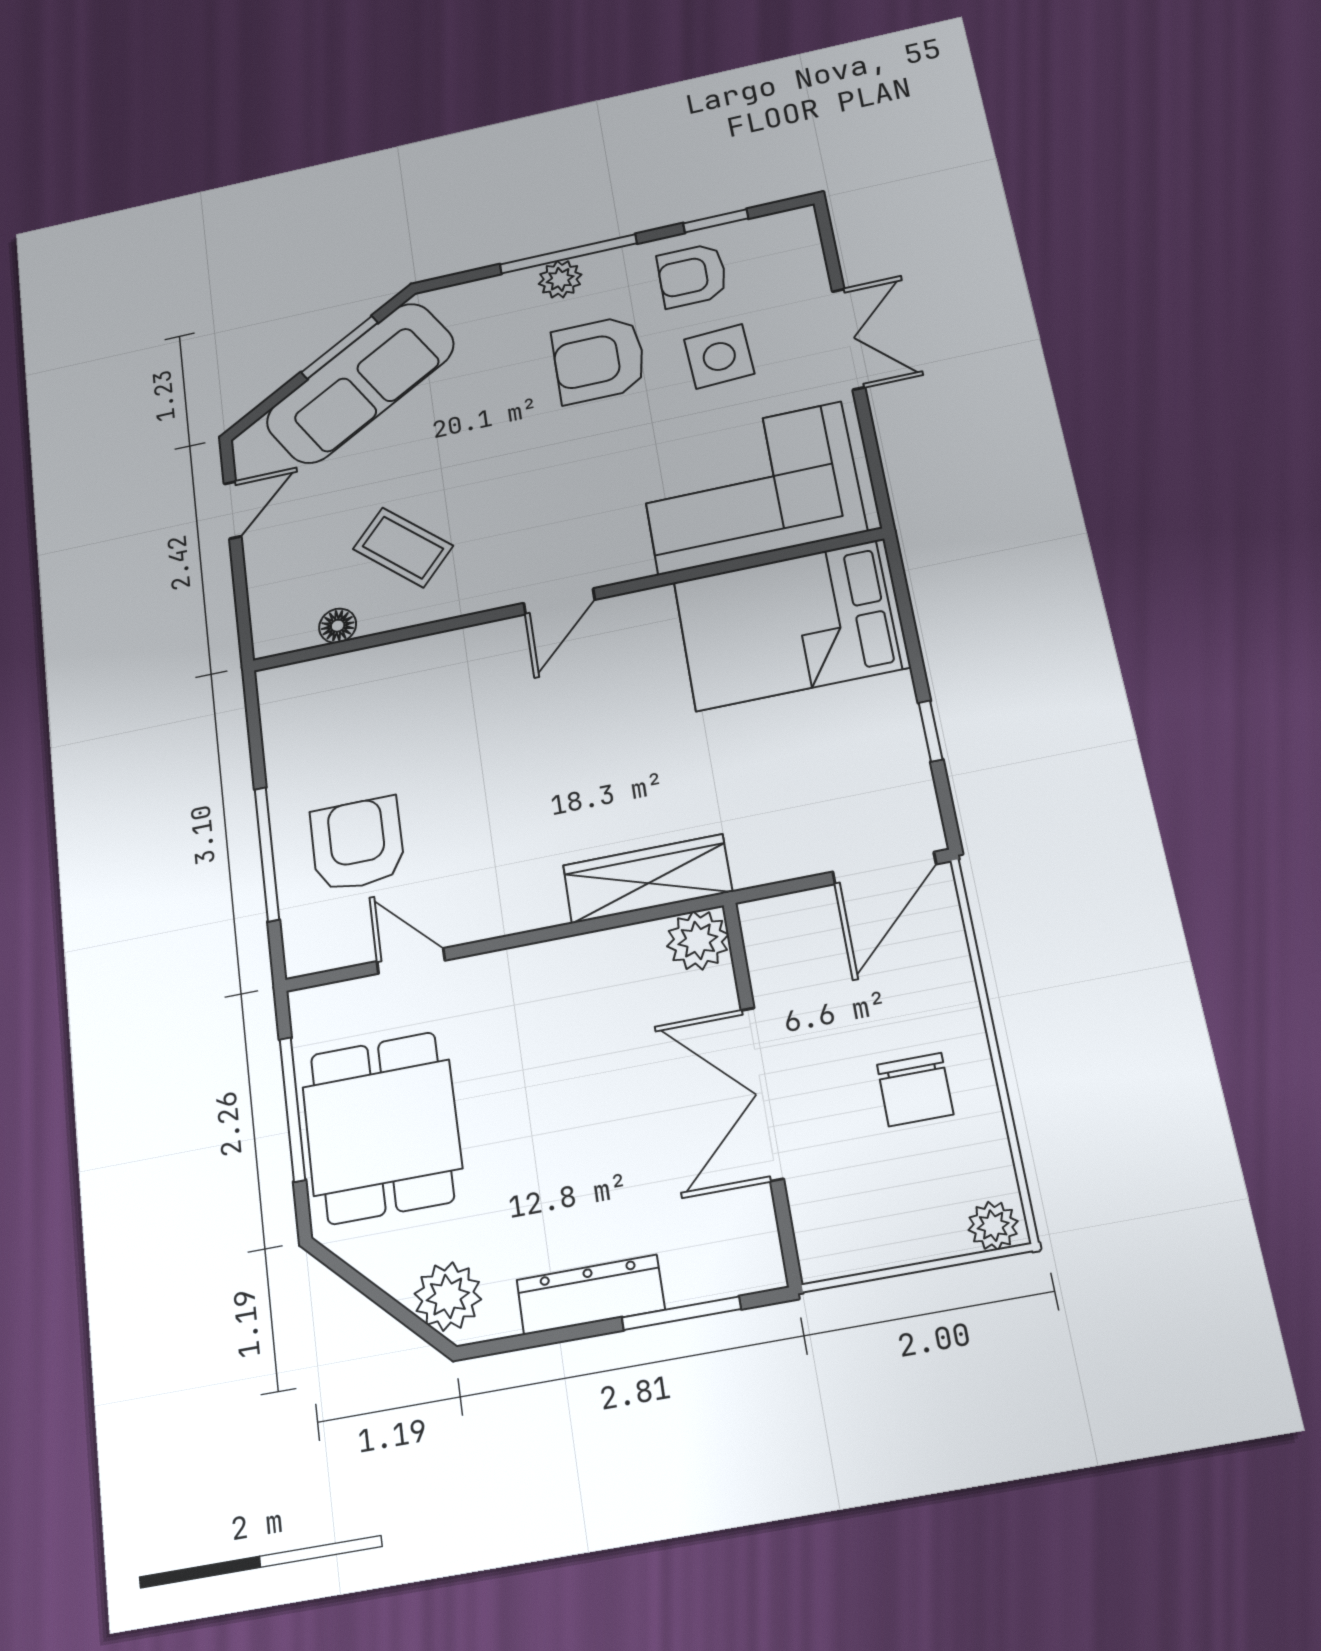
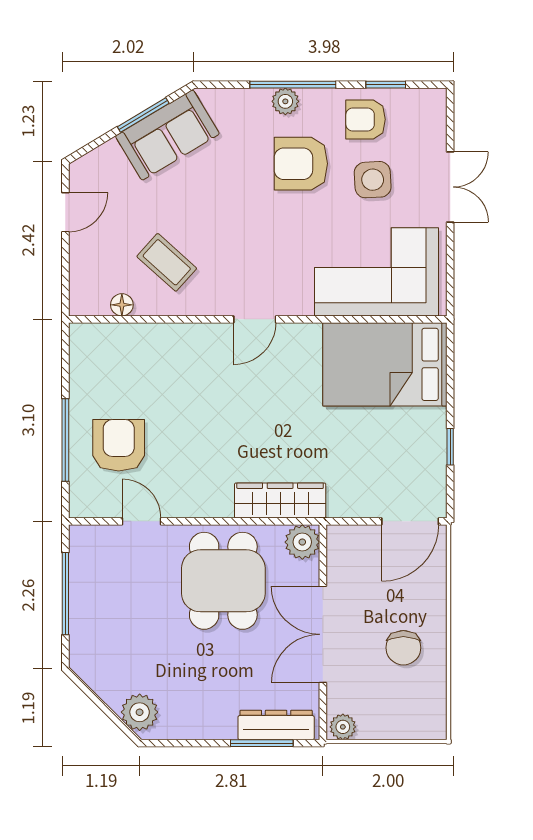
sofa: (360, 383) -> (167, 135), width x0.73
dining table: (382, 1128) -> (223, 581), moved
plant: (993, 1226) -> (343, 727), moved
dresser: (591, 1295) -> (276, 725), moved

